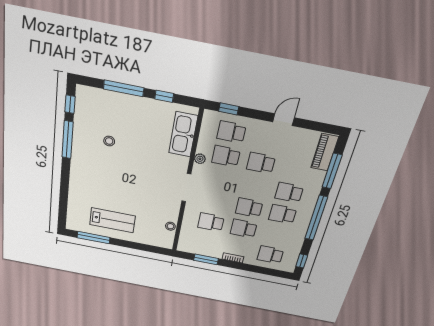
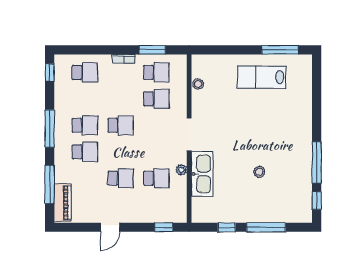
school desk: (231, 132) -> (156, 205), removed
kitchen sink: (183, 134) -> (202, 174), moved
stool: (109, 141) -> (259, 172), moved
window: (316, 218) -> (50, 129), width x0.68
school desk: (244, 229) -> (156, 72), moved

